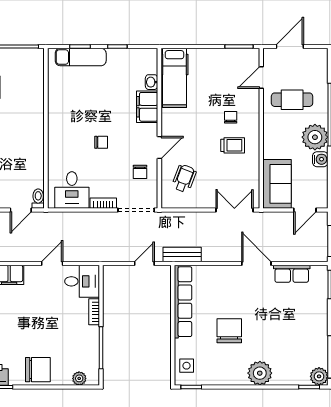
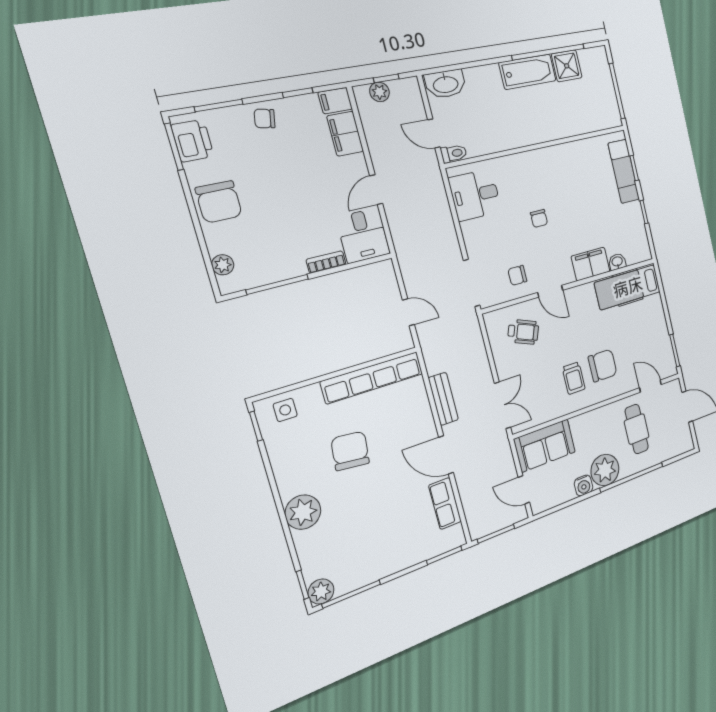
chair: (231, 117) -> (603, 366), width x1.87, depth x1.87
bookcase: (103, 203) -> (469, 239), removed
bench: (182, 255) -> (443, 399), moved
door: (52, 263) -> (376, 190), swing flipped
door: (256, 263) -> (446, 455), swing flipped
chair: (229, 331) -> (350, 451), turned -84

